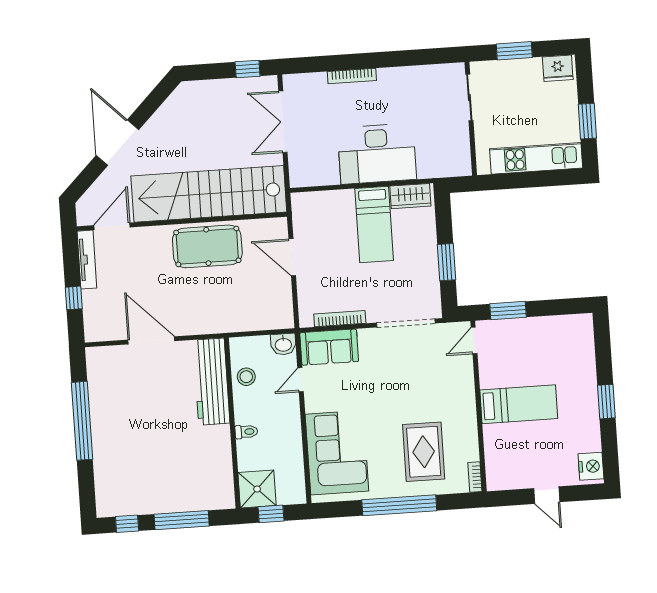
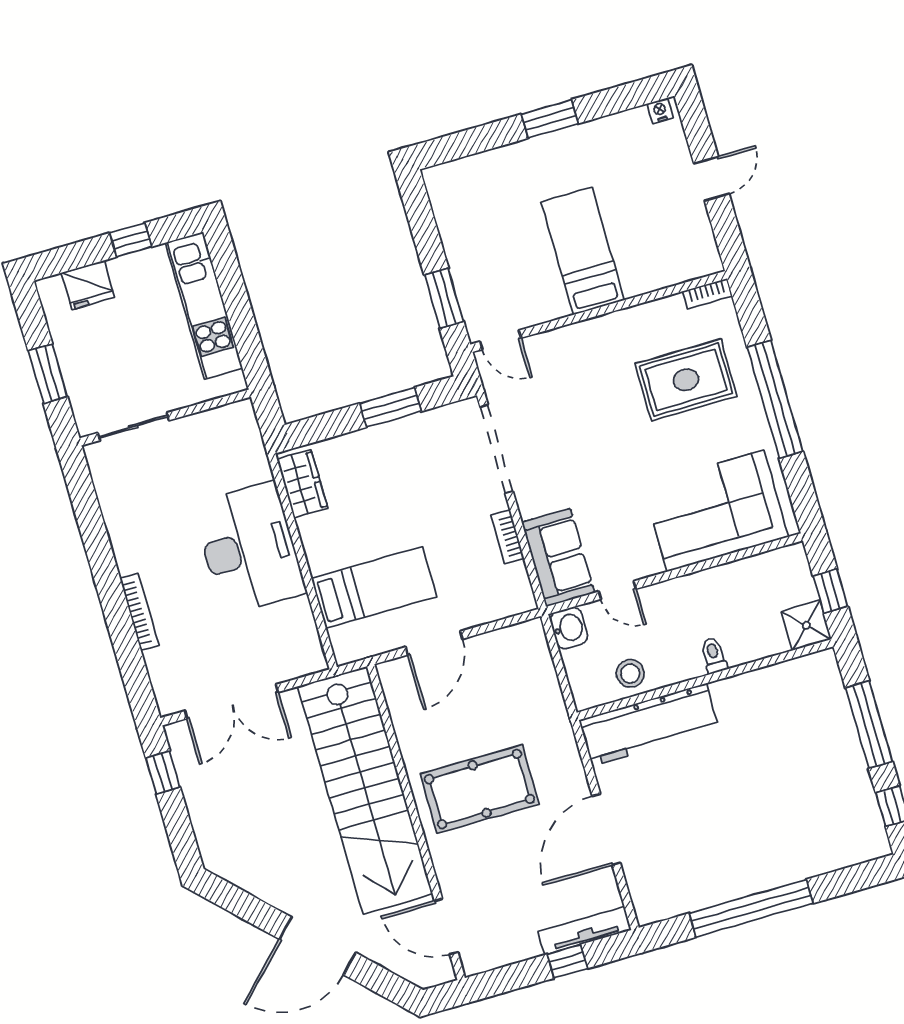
fridge: (558, 68) -> (88, 285), moved, turned 90
window: (587, 121) -> (131, 240), width x0.67
bed: (374, 224) -> (374, 587), moved
pool table: (207, 246) -> (480, 789), moved, turned 90
tv unit: (87, 260) -> (585, 931), moved
bookcase: (340, 319) -> (507, 537), width x0.64
nightstand: (591, 466) -> (660, 111), width x0.53, depth x0.56
shower: (257, 489) -> (806, 625), width x0.73, depth x0.73

